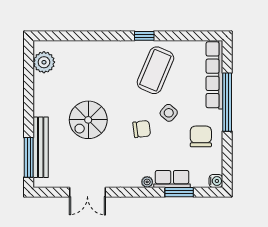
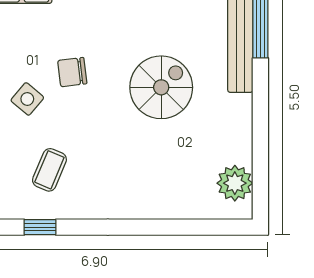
window: (144, 36) -> (40, 227), moved
coffee table: (155, 70) -> (49, 170), width x0.54, depth x0.58

